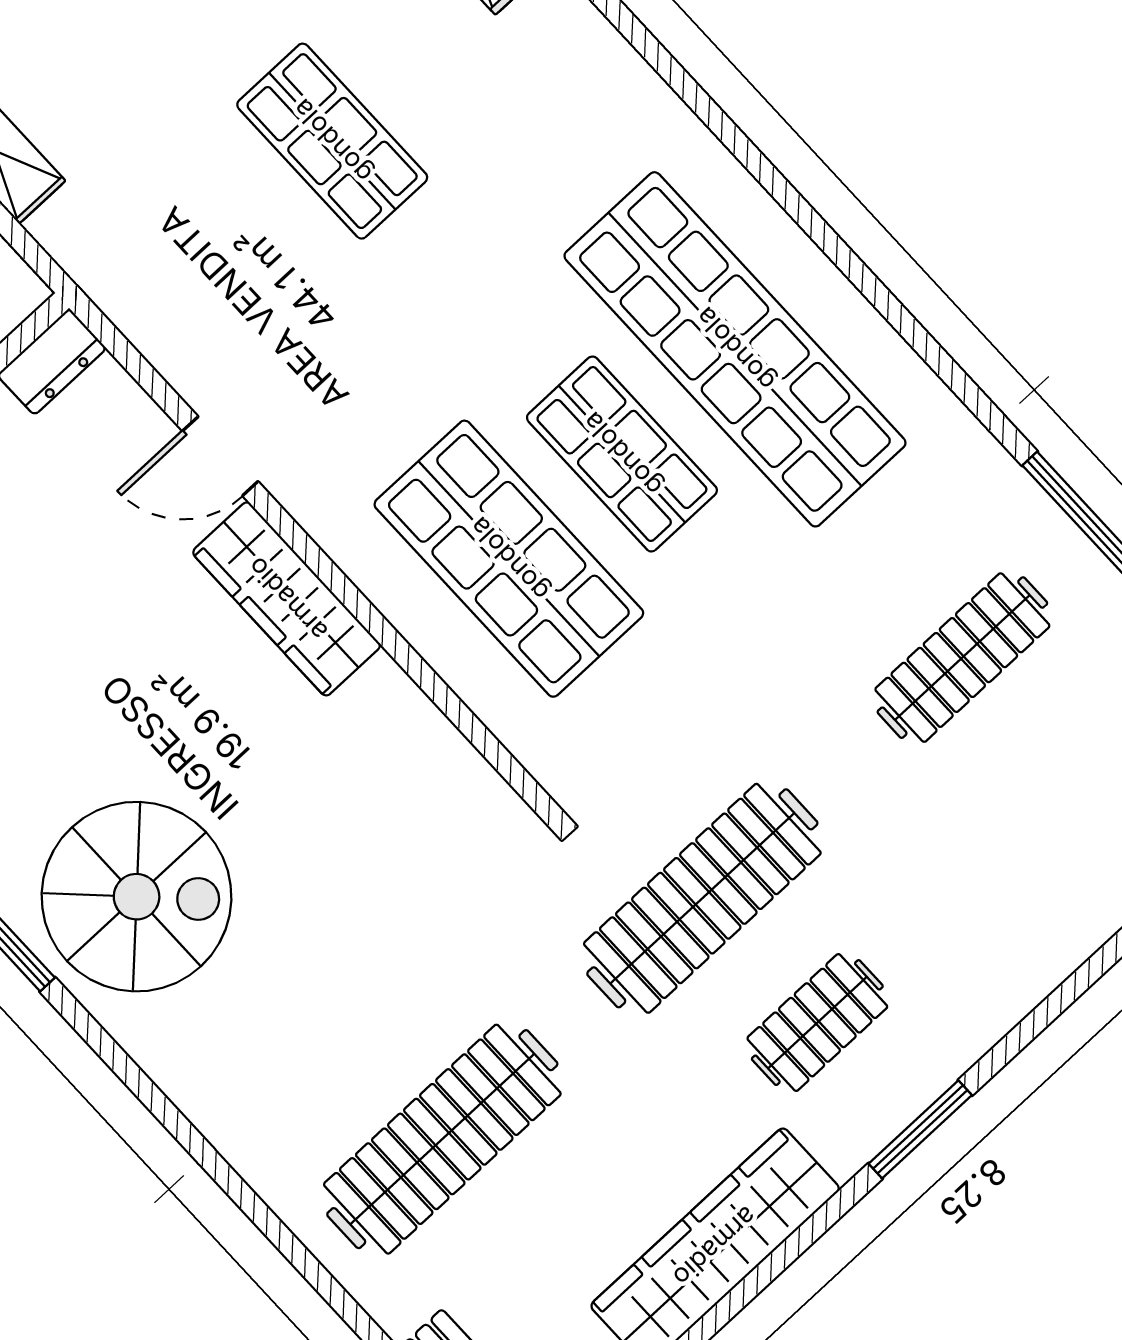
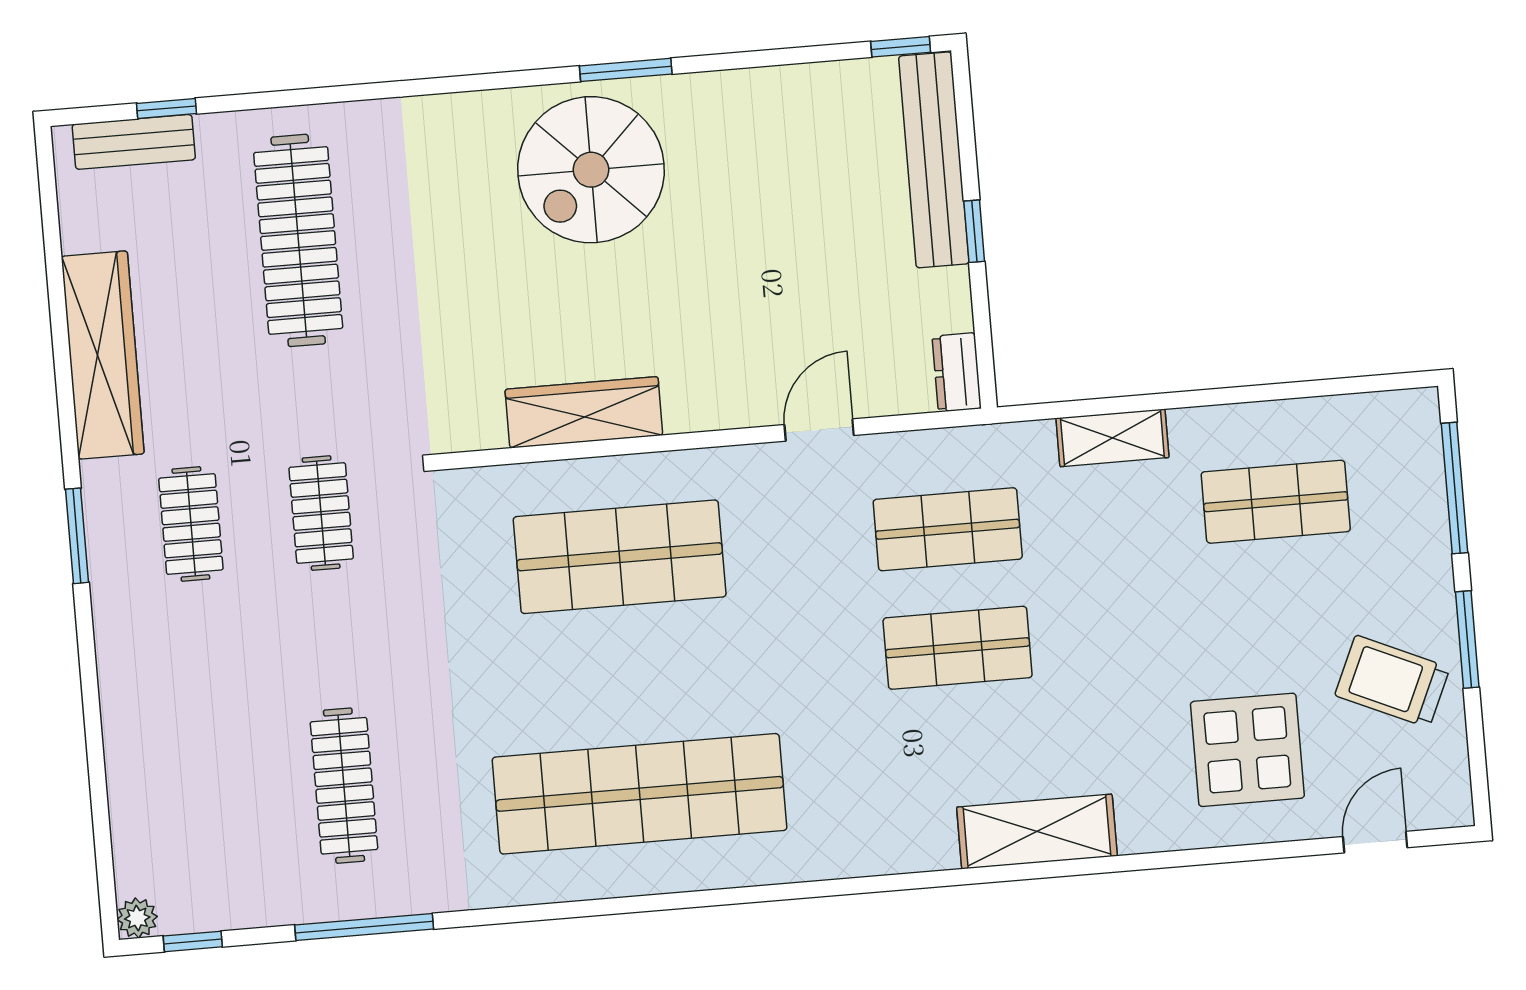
shop shelf: (622, 454) -> (948, 529), moved
wardrobe: (287, 599) -> (584, 412), moved
clothes rail: (702, 898) -> (321, 513), width x0.54, depth x0.76

